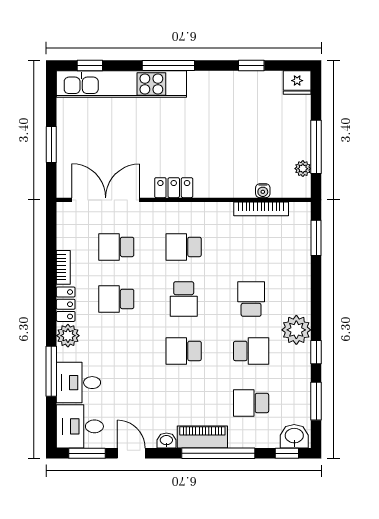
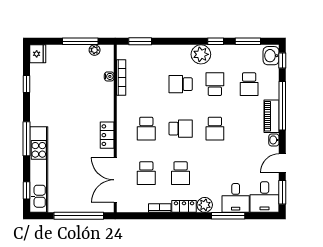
window: (51, 145) -> (79, 216), width x2.11

